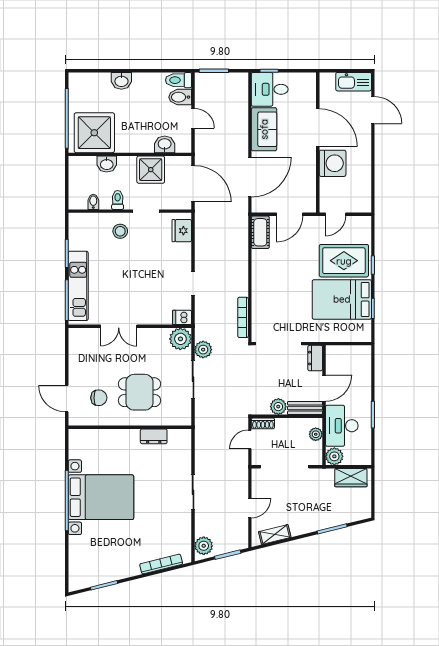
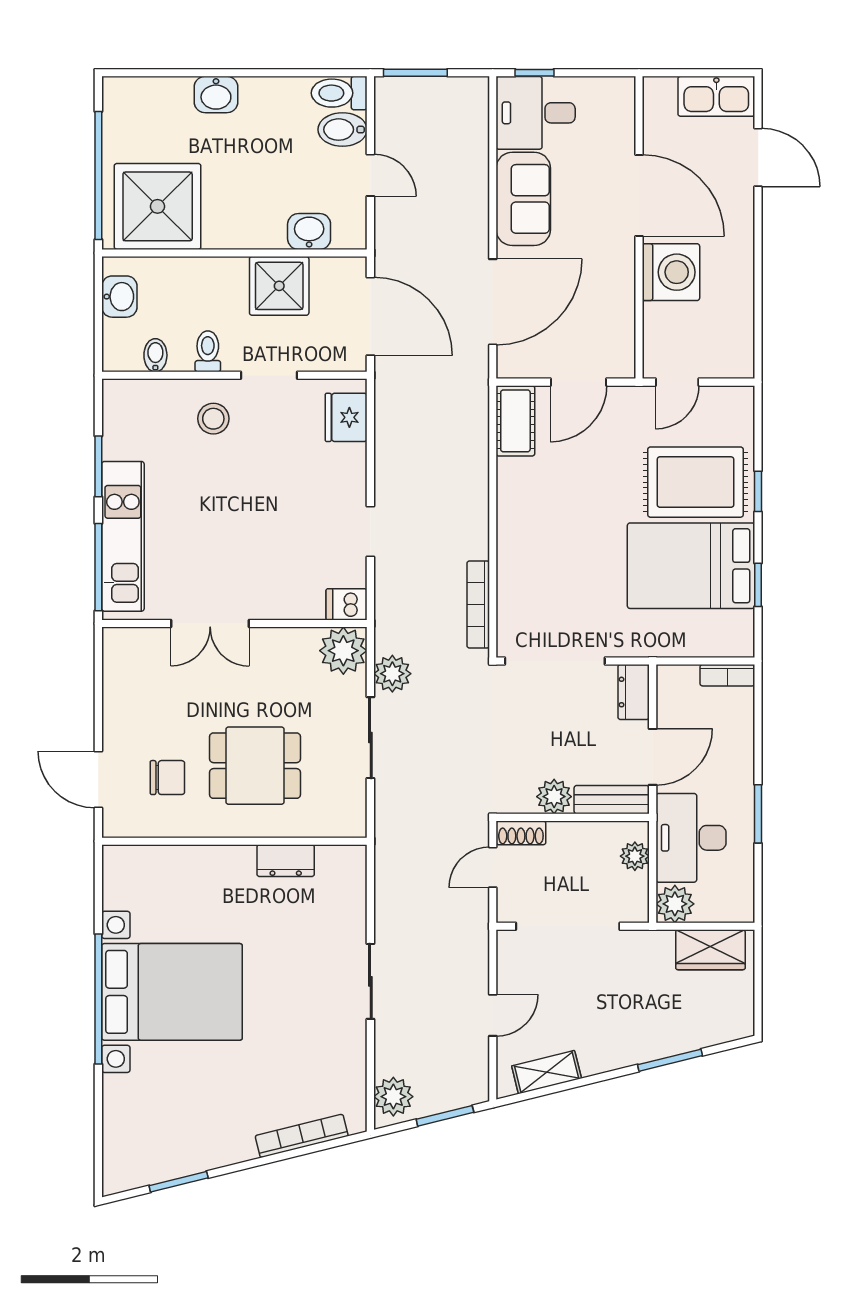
washbasin: (107, 164) -> (119, 297), moved, turned -90
bookcase: (359, 350) -> (727, 675), added

